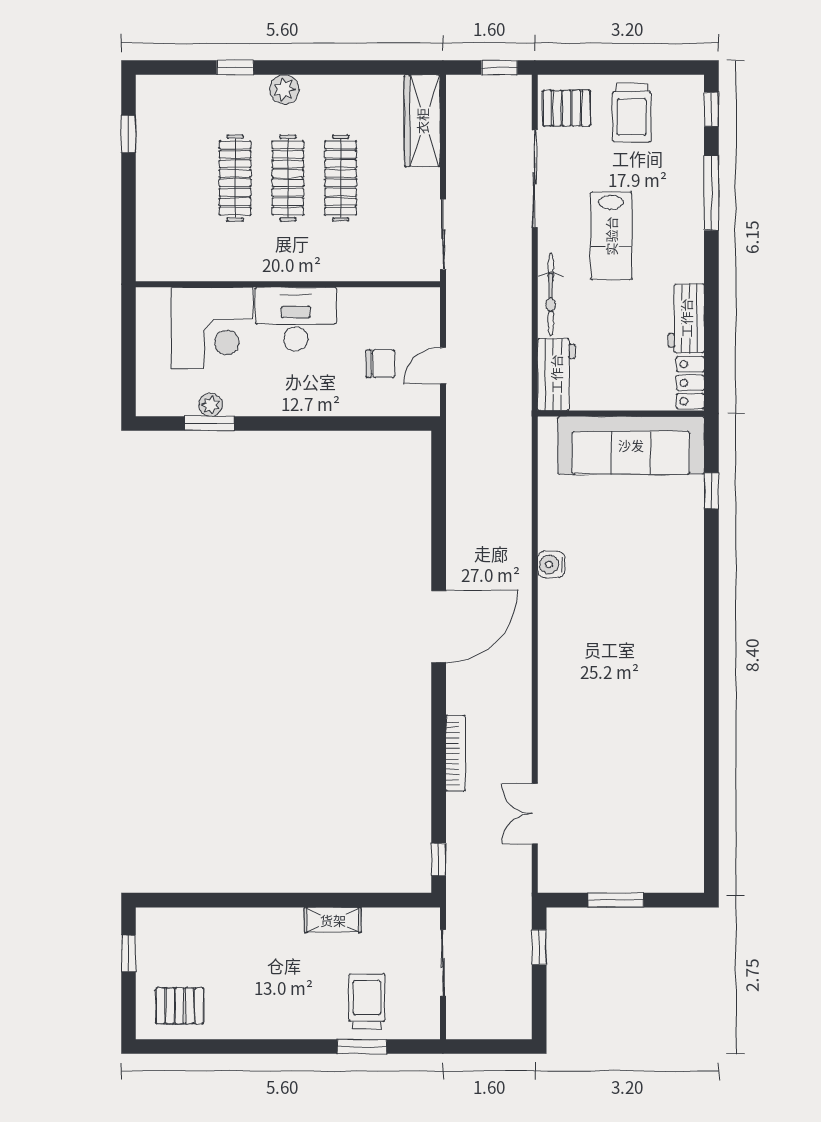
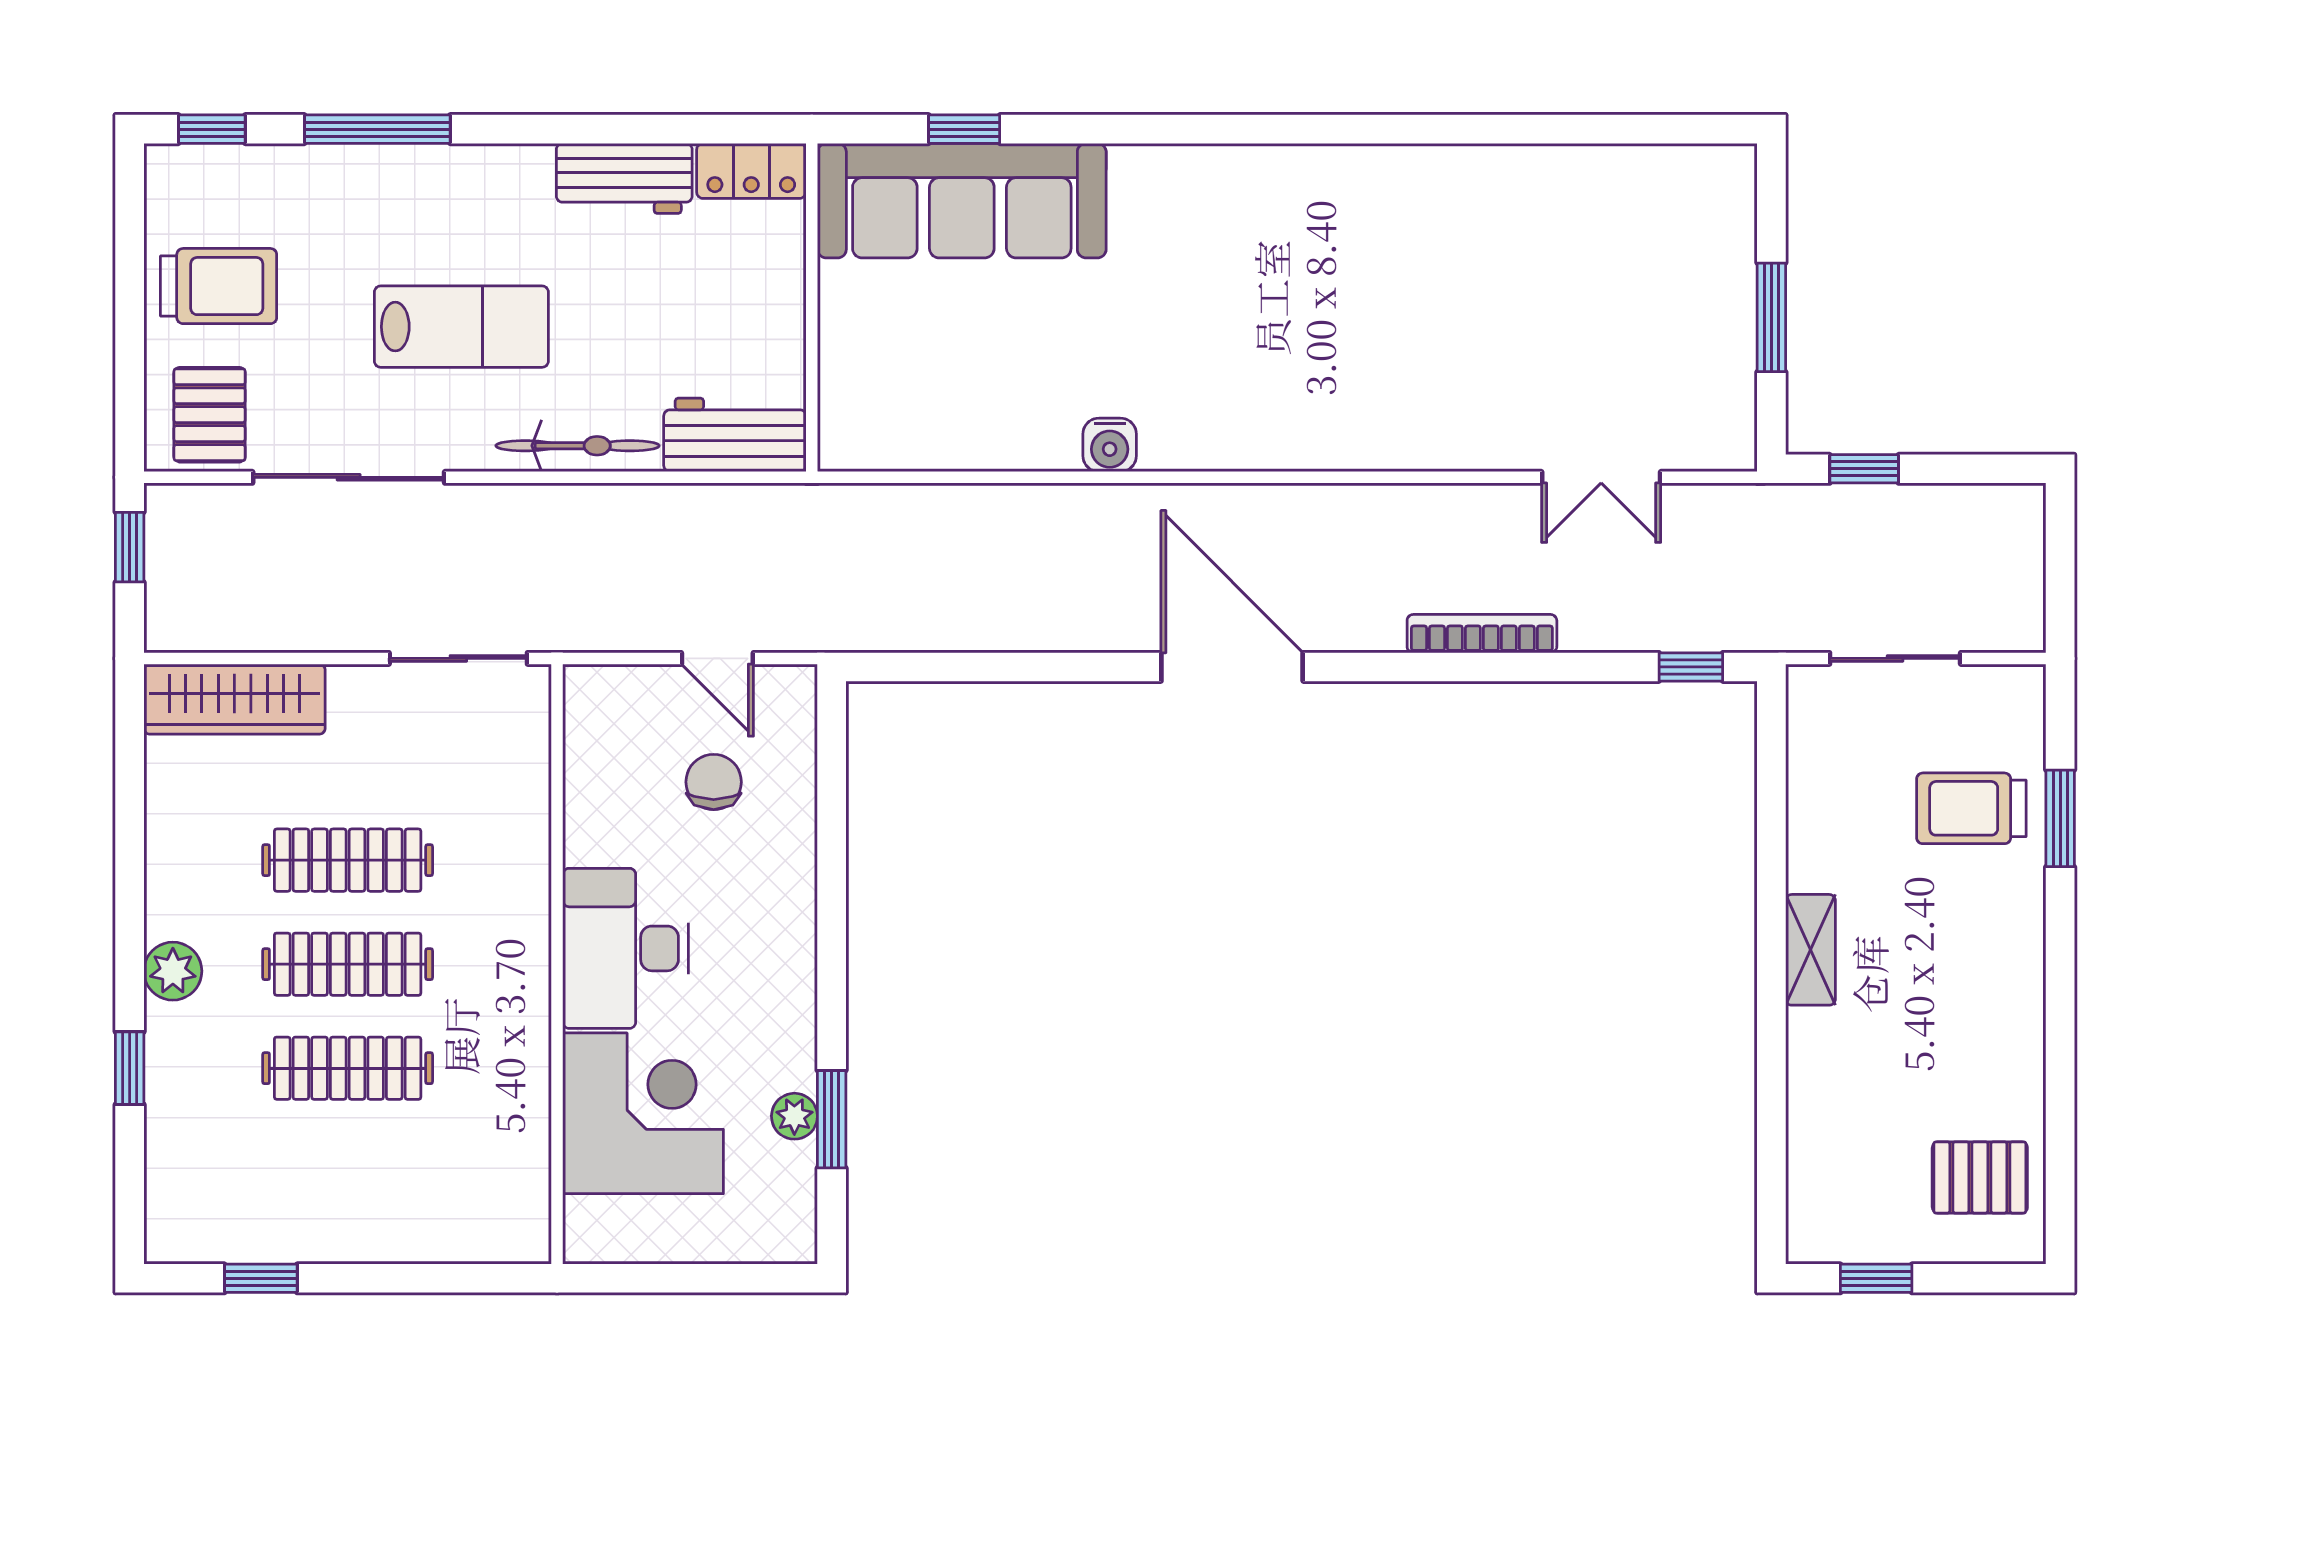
sofa: (631, 445) -> (962, 201), moved, turned 90
shelving: (333, 920) -> (1810, 950), moved
pallet: (180, 1006) -> (1980, 1177), turned 90

